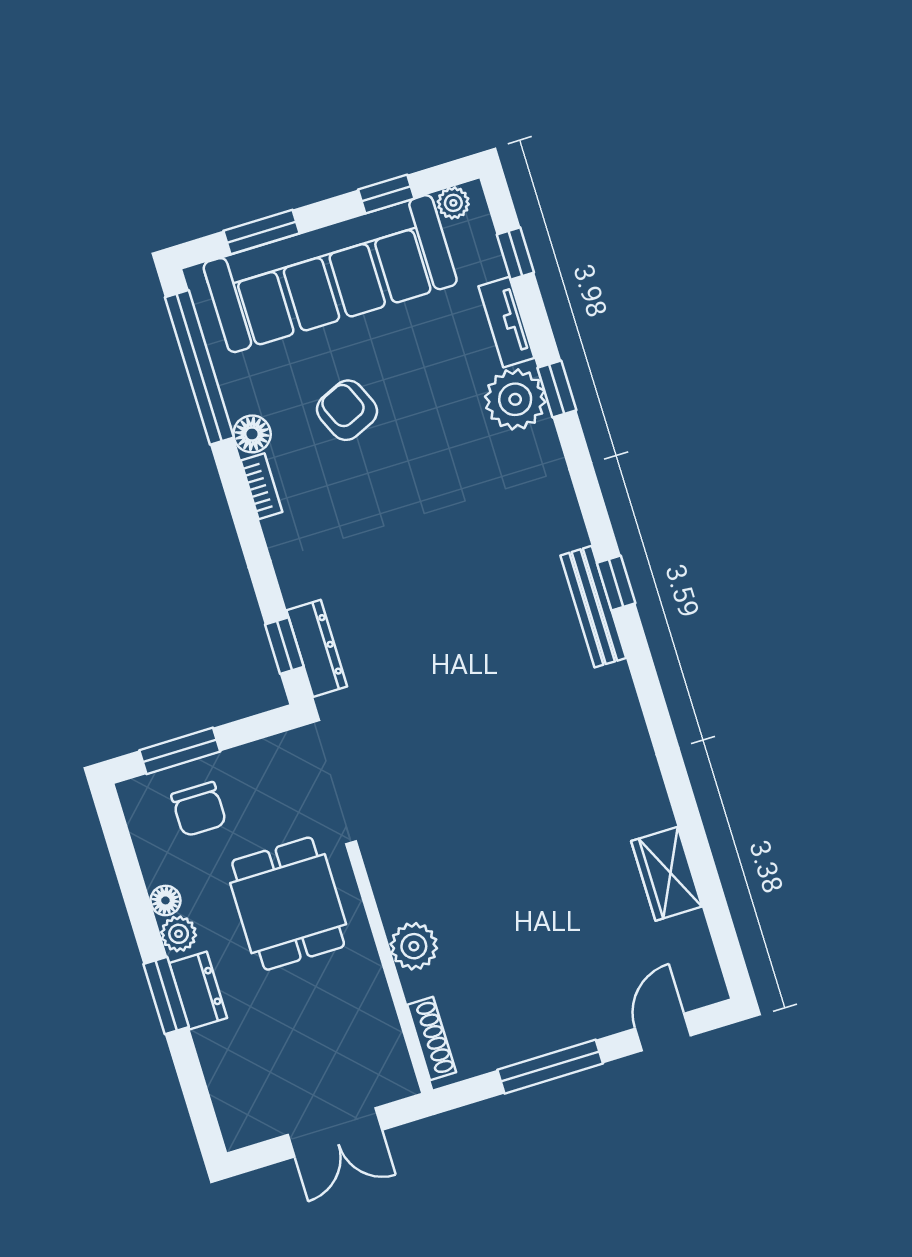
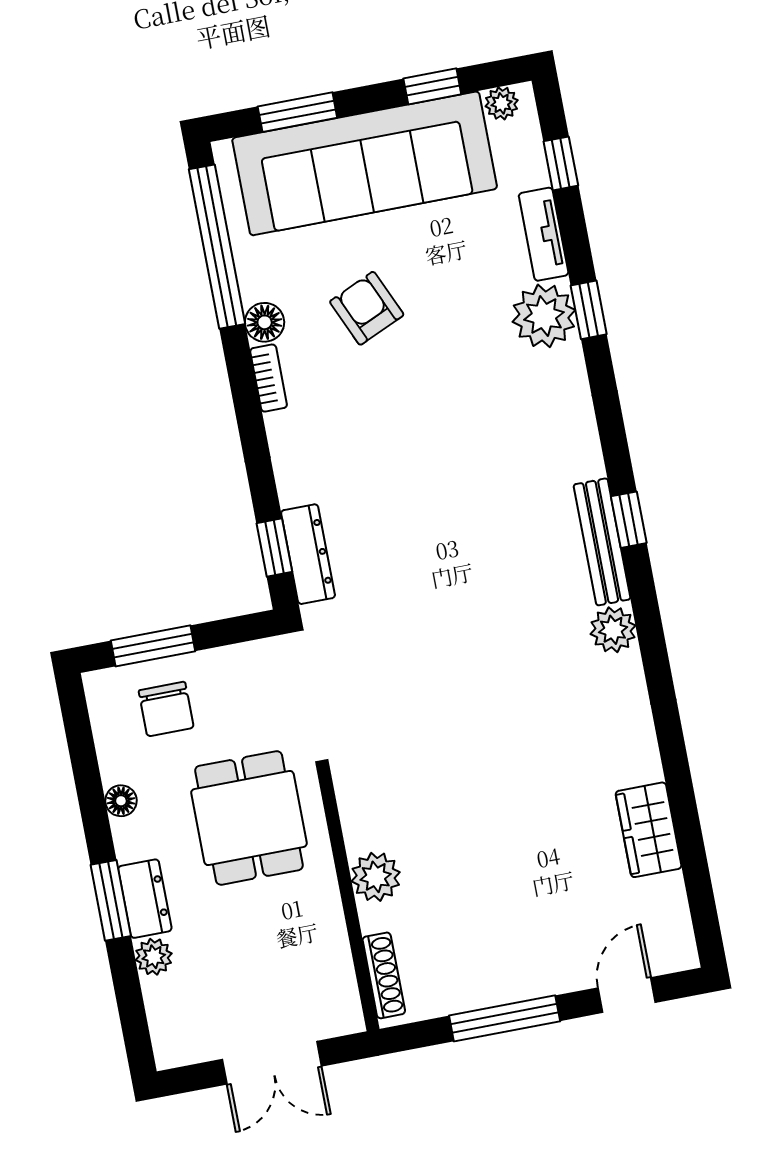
plant: (613, 688) -> (613, 630), added
plant: (179, 934) -> (154, 957), moved

